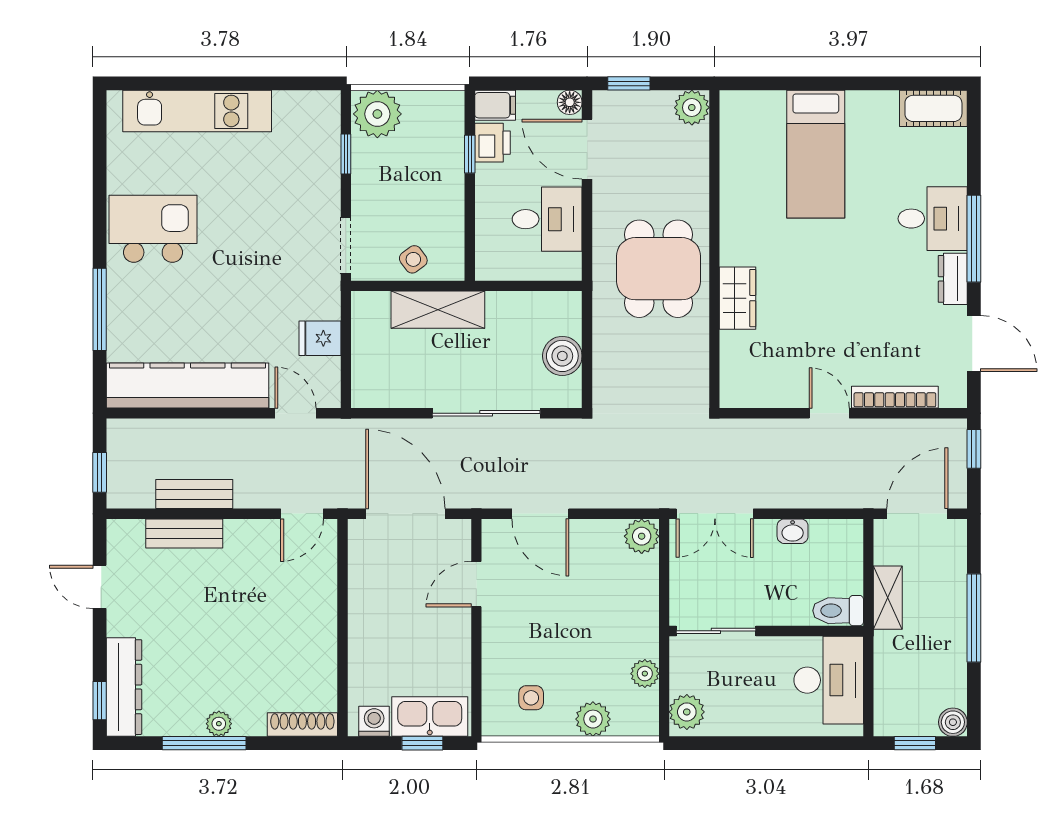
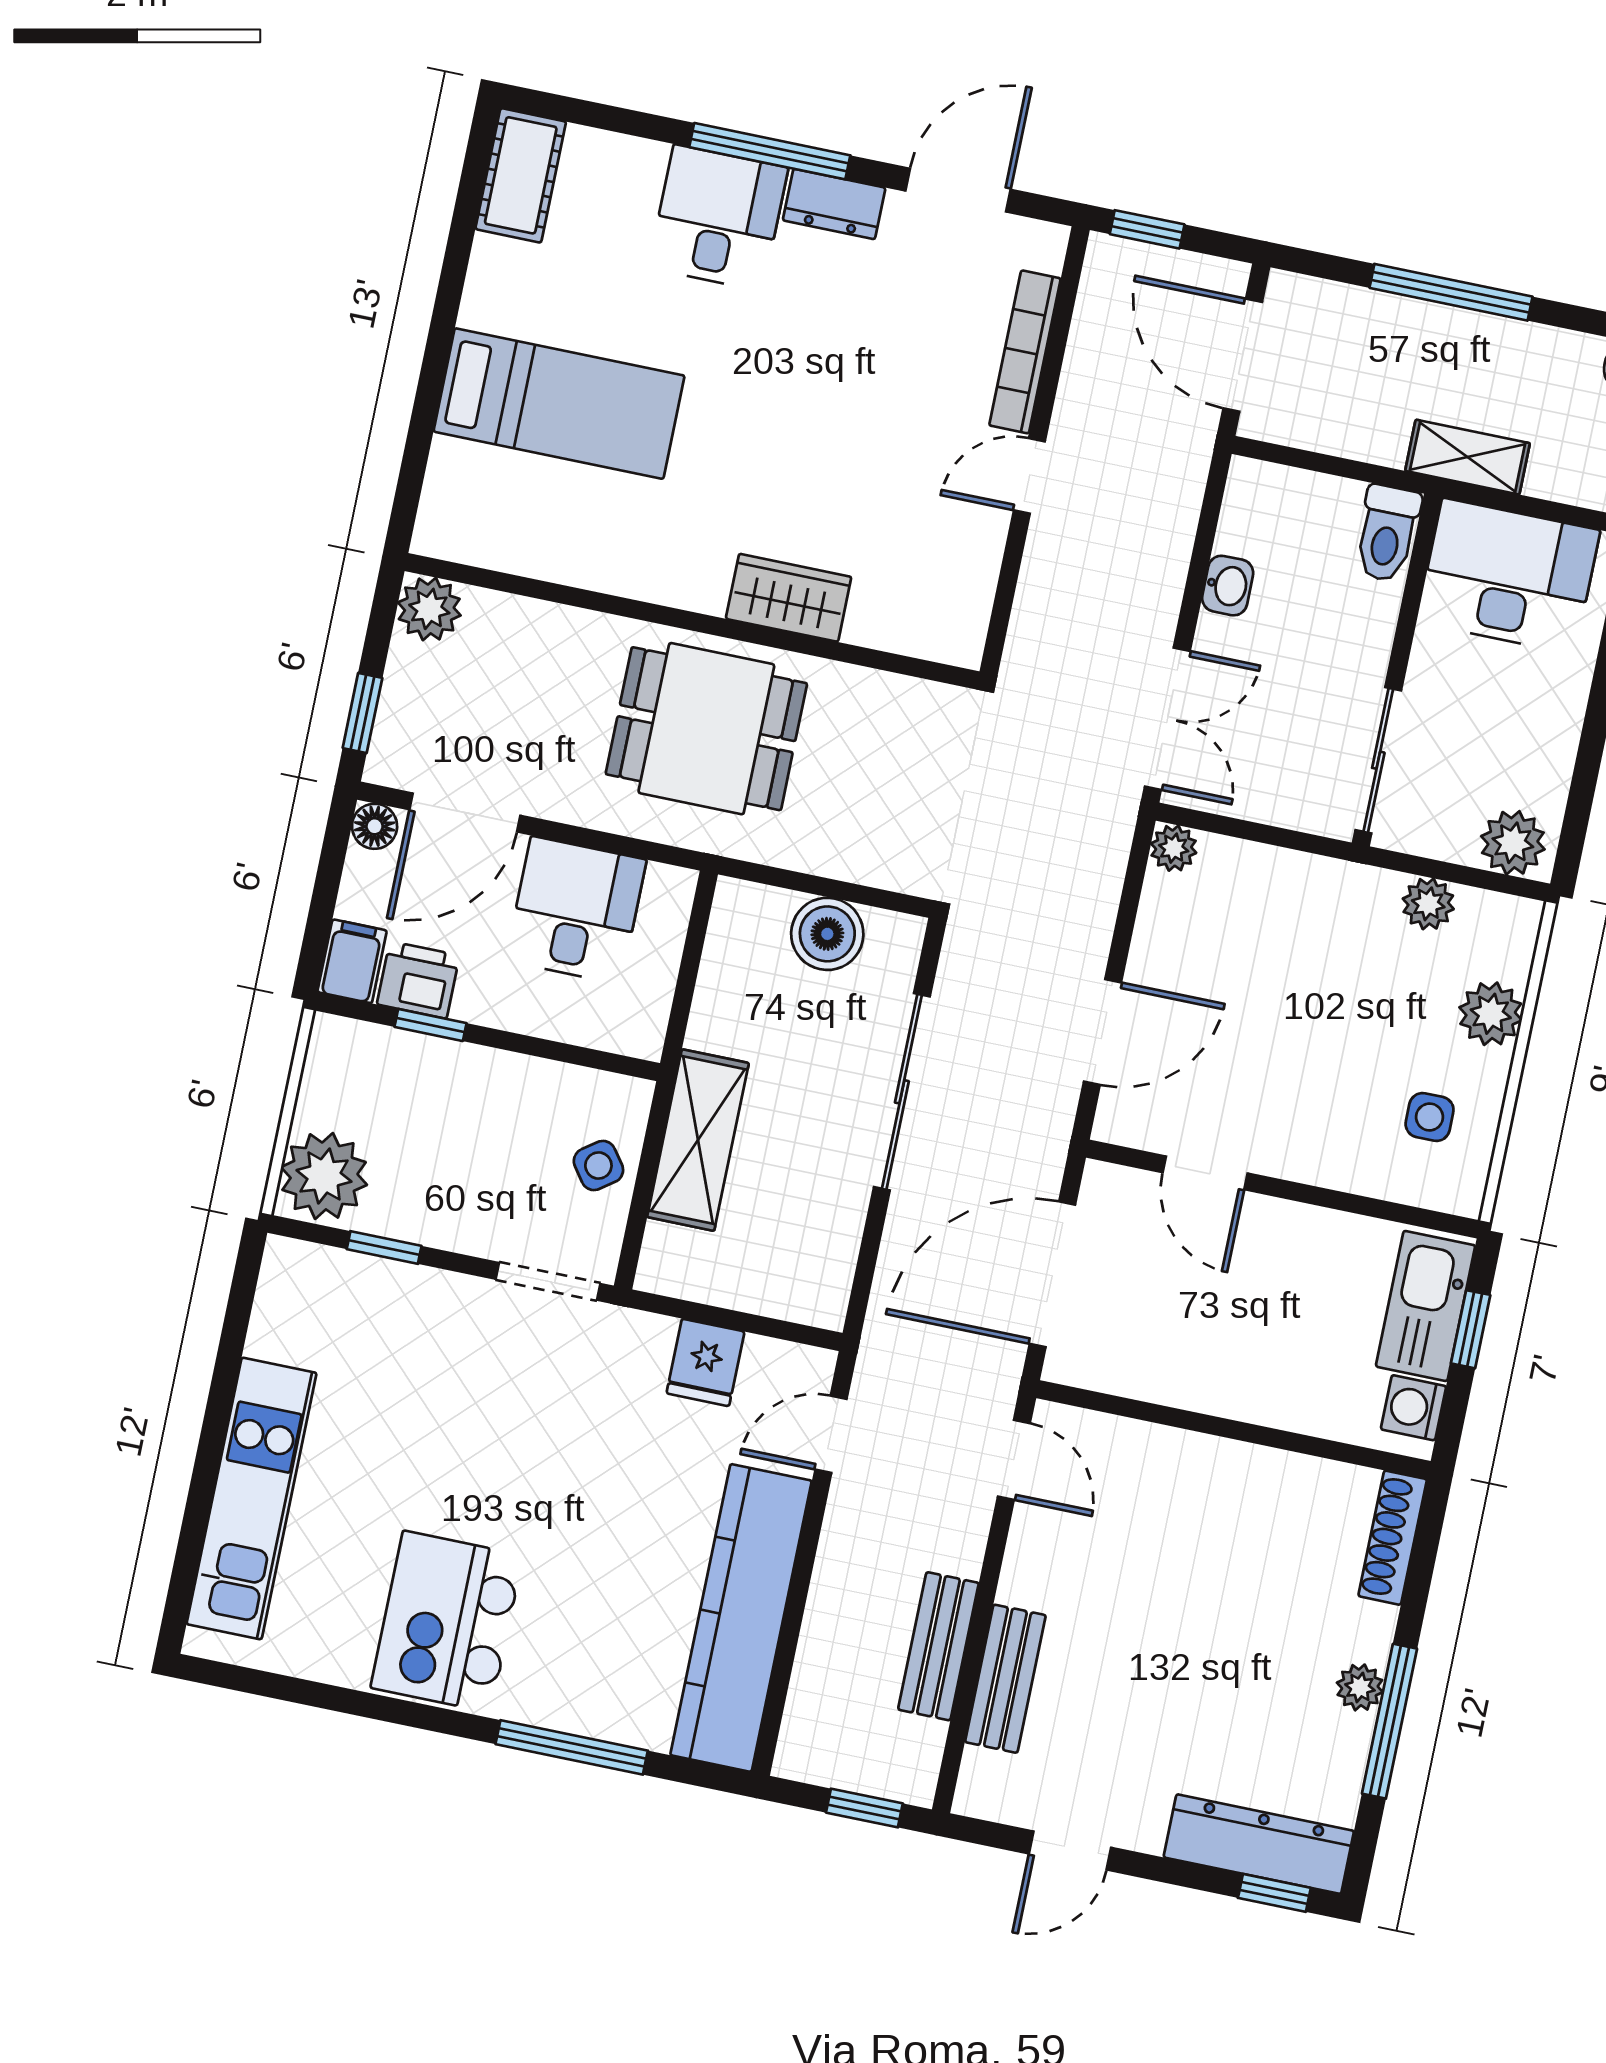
plant: (642, 536) -> (1174, 848), width x0.73, depth x0.73
shelving: (888, 598) -> (1468, 457), moved

